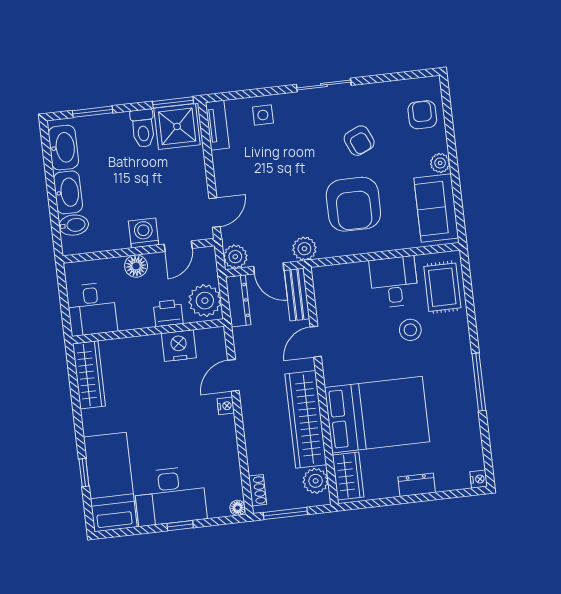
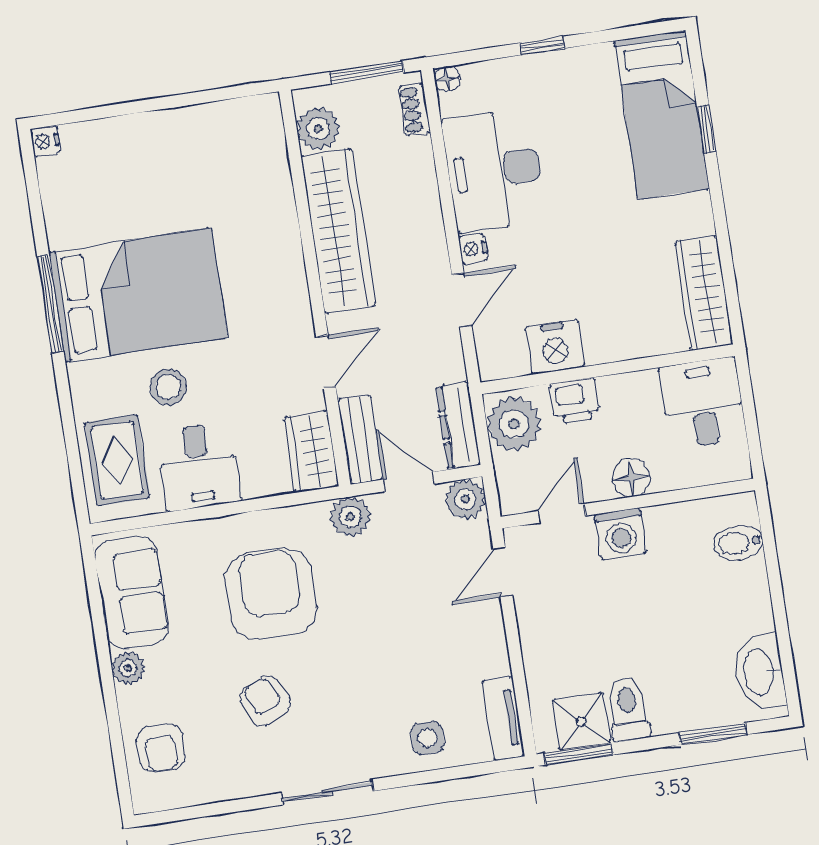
shower: (177, 126) -> (581, 722), width x0.73, depth x0.73
washbasin: (68, 192) -> (750, 597), removed
bed: (377, 415) -> (138, 295), moved, turned 180
wardrobe: (348, 476) -> (311, 452), moved
dresser: (417, 485) -> (149, 128), removed
desk: (170, 496) -> (494, 170), moved, turned -90

